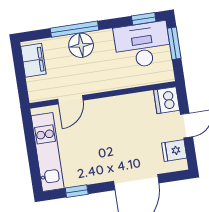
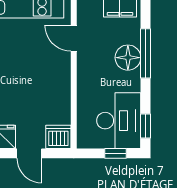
window: (174, 43) -> (116, 153), width x0.67

